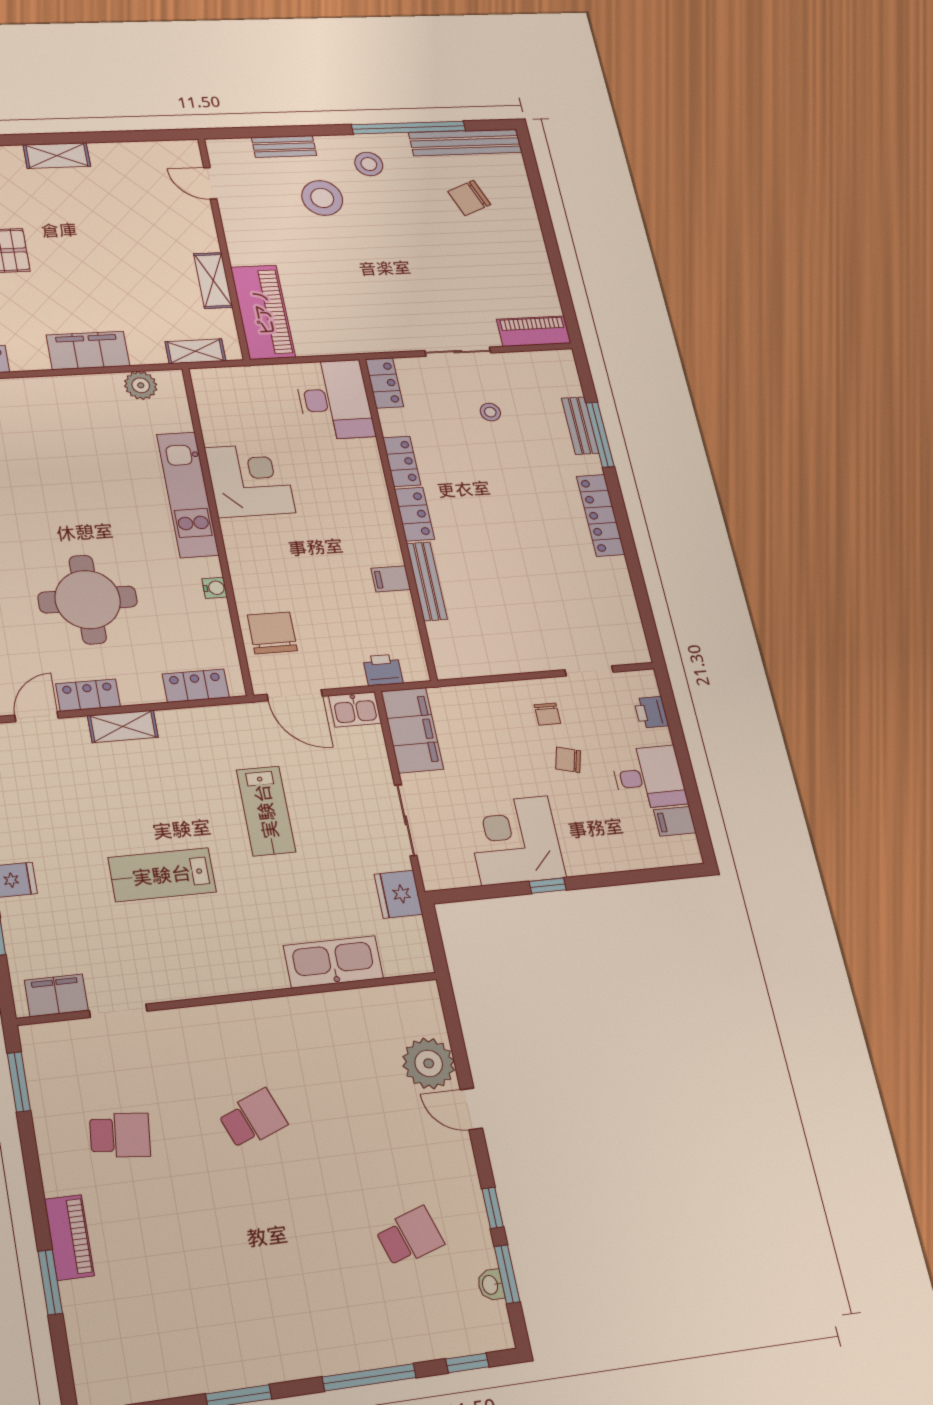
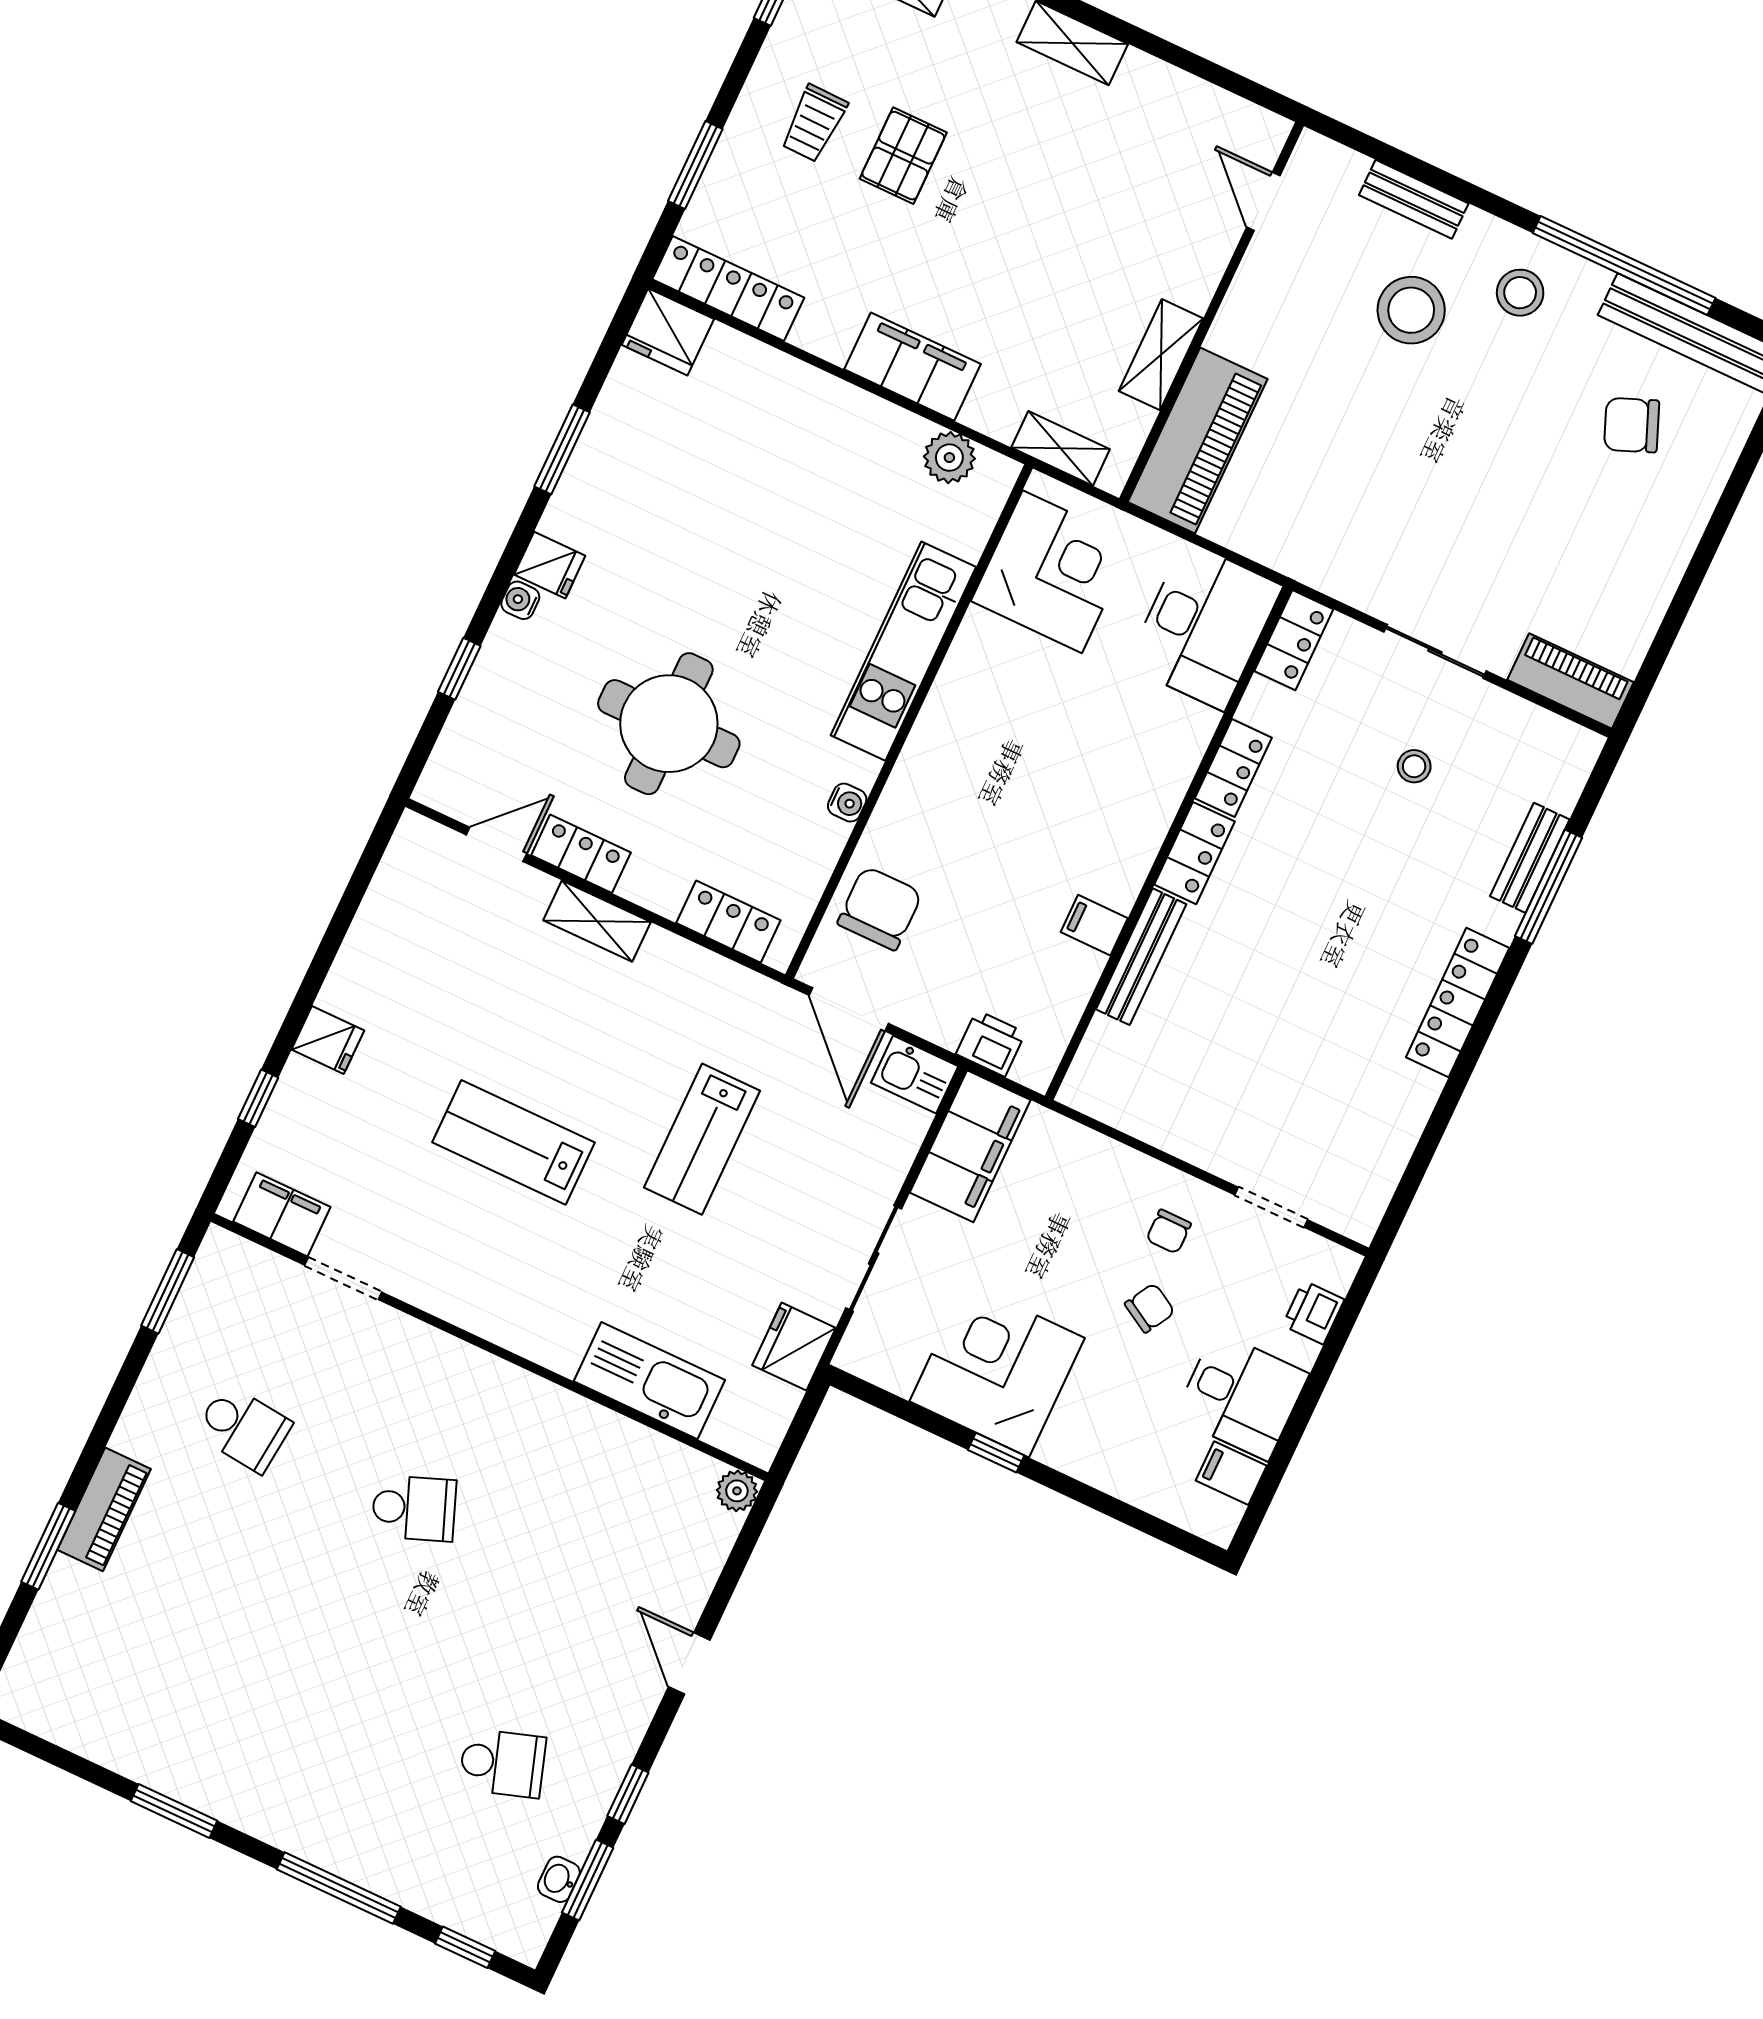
corner desk: (250, 480) -> (1052, 572), moved
chair: (568, 760) -> (1150, 1308), turned 105
plant: (429, 1063) -> (737, 1491), moved, width x0.53, depth x0.53

